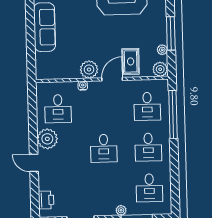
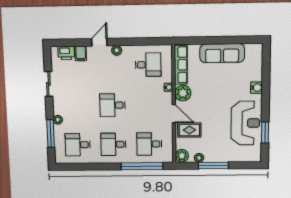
row of seats: (58, 72) -> (181, 65), added
desk: (58, 109) -> (148, 65), turned 180
plant: (47, 139) -> (117, 50), width x0.53, depth x0.53
filing cabinet: (46, 184) -> (81, 53), added

